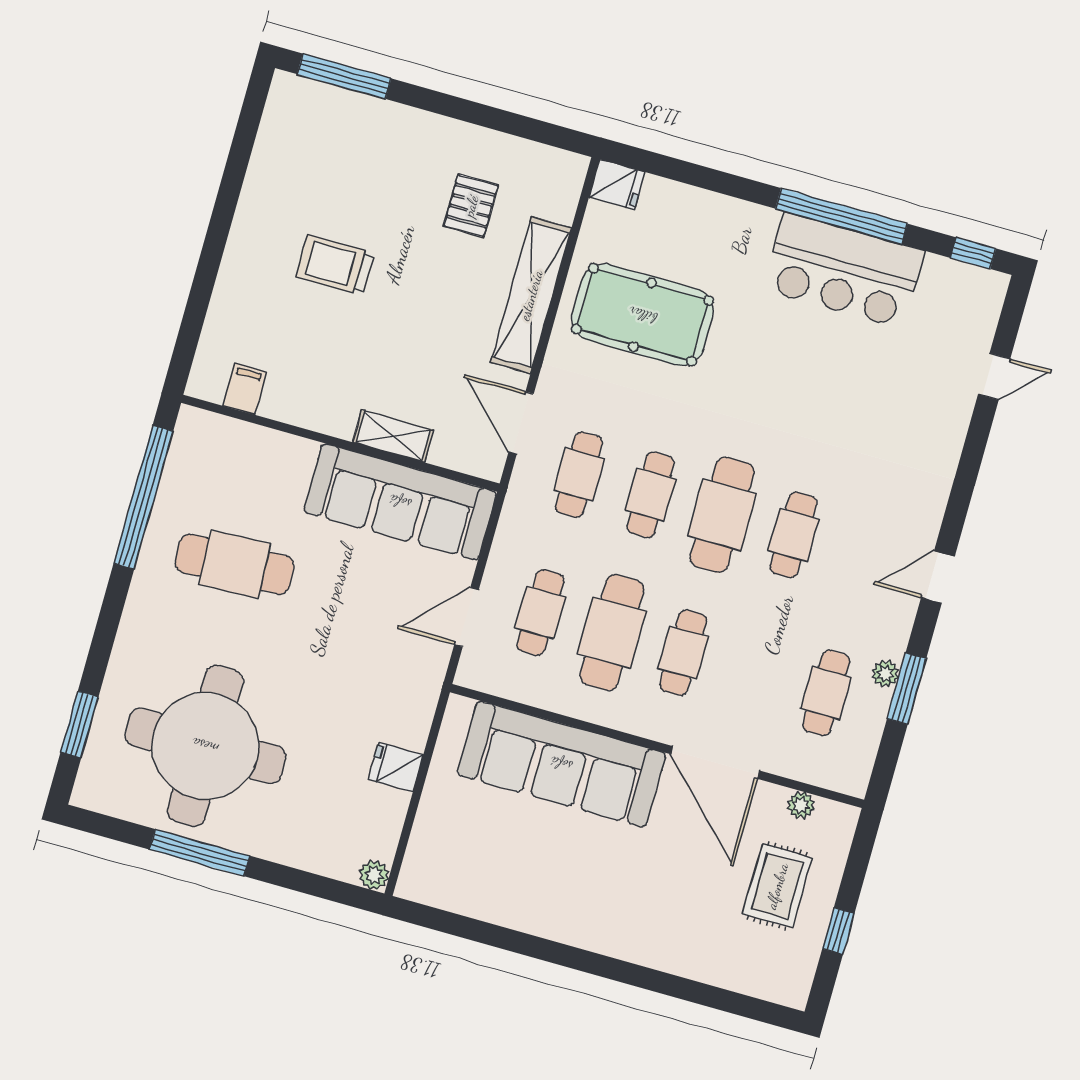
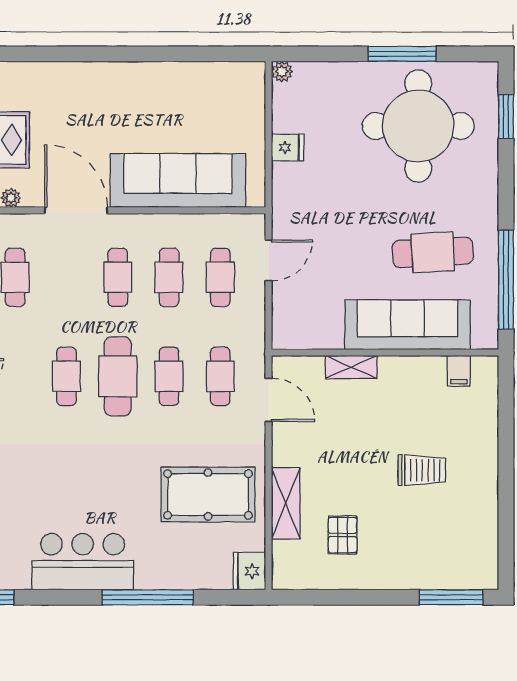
fridge: (617, 185) -> (249, 571), width x1.38
window: (841, 216) -> (148, 597), moved
shelving: (531, 295) -> (286, 503), width x0.68
sofa: (400, 502) -> (407, 325), moved
cafe table: (612, 633) -> (169, 277), width x0.73, depth x0.74

